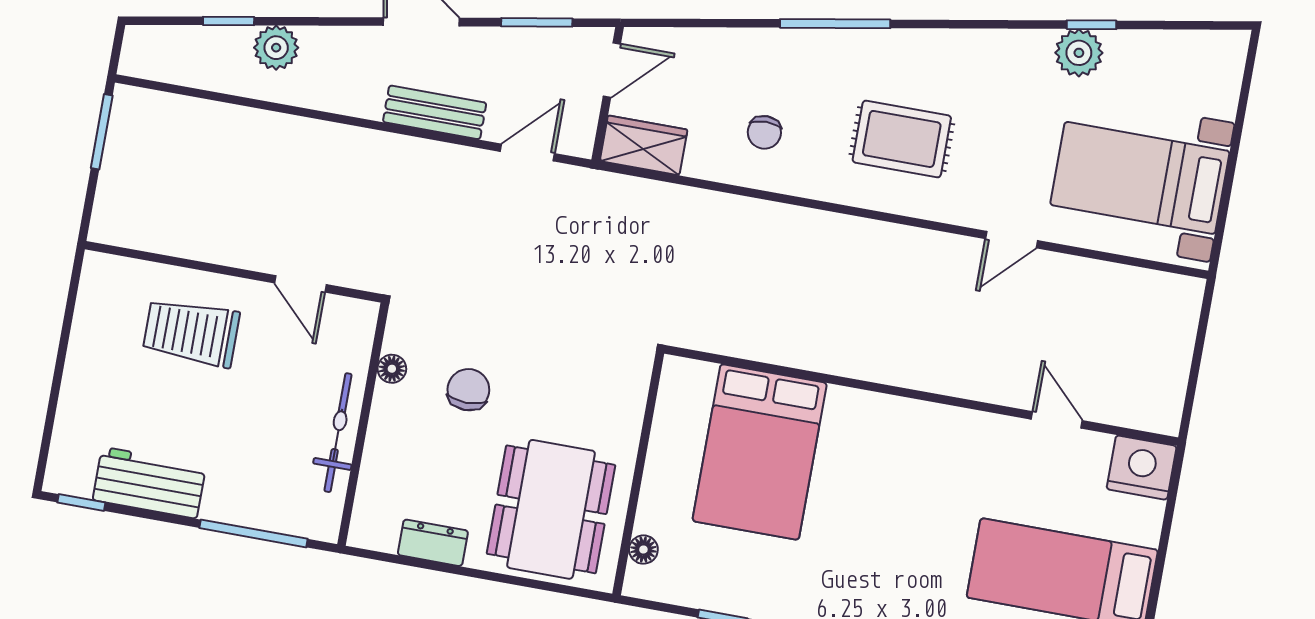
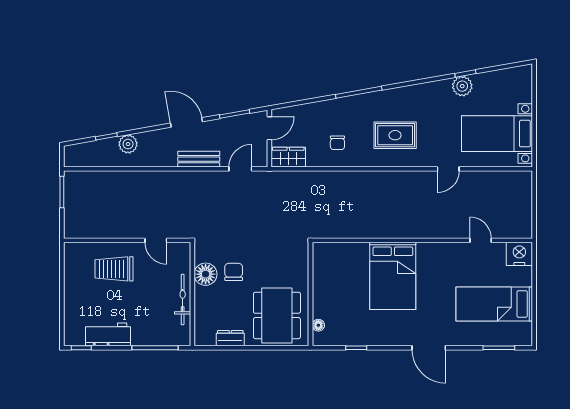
floor lamp: (392, 369) -> (206, 274), width x1.89, depth x1.89
bed: (760, 452) -> (393, 276), moved

